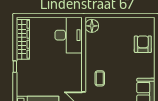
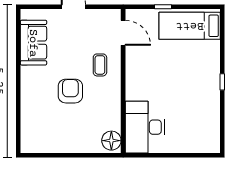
wardrobe: (23, 39) -> (211, 121), removed
armchair: (143, 44) -> (70, 91), moved, turned 180

